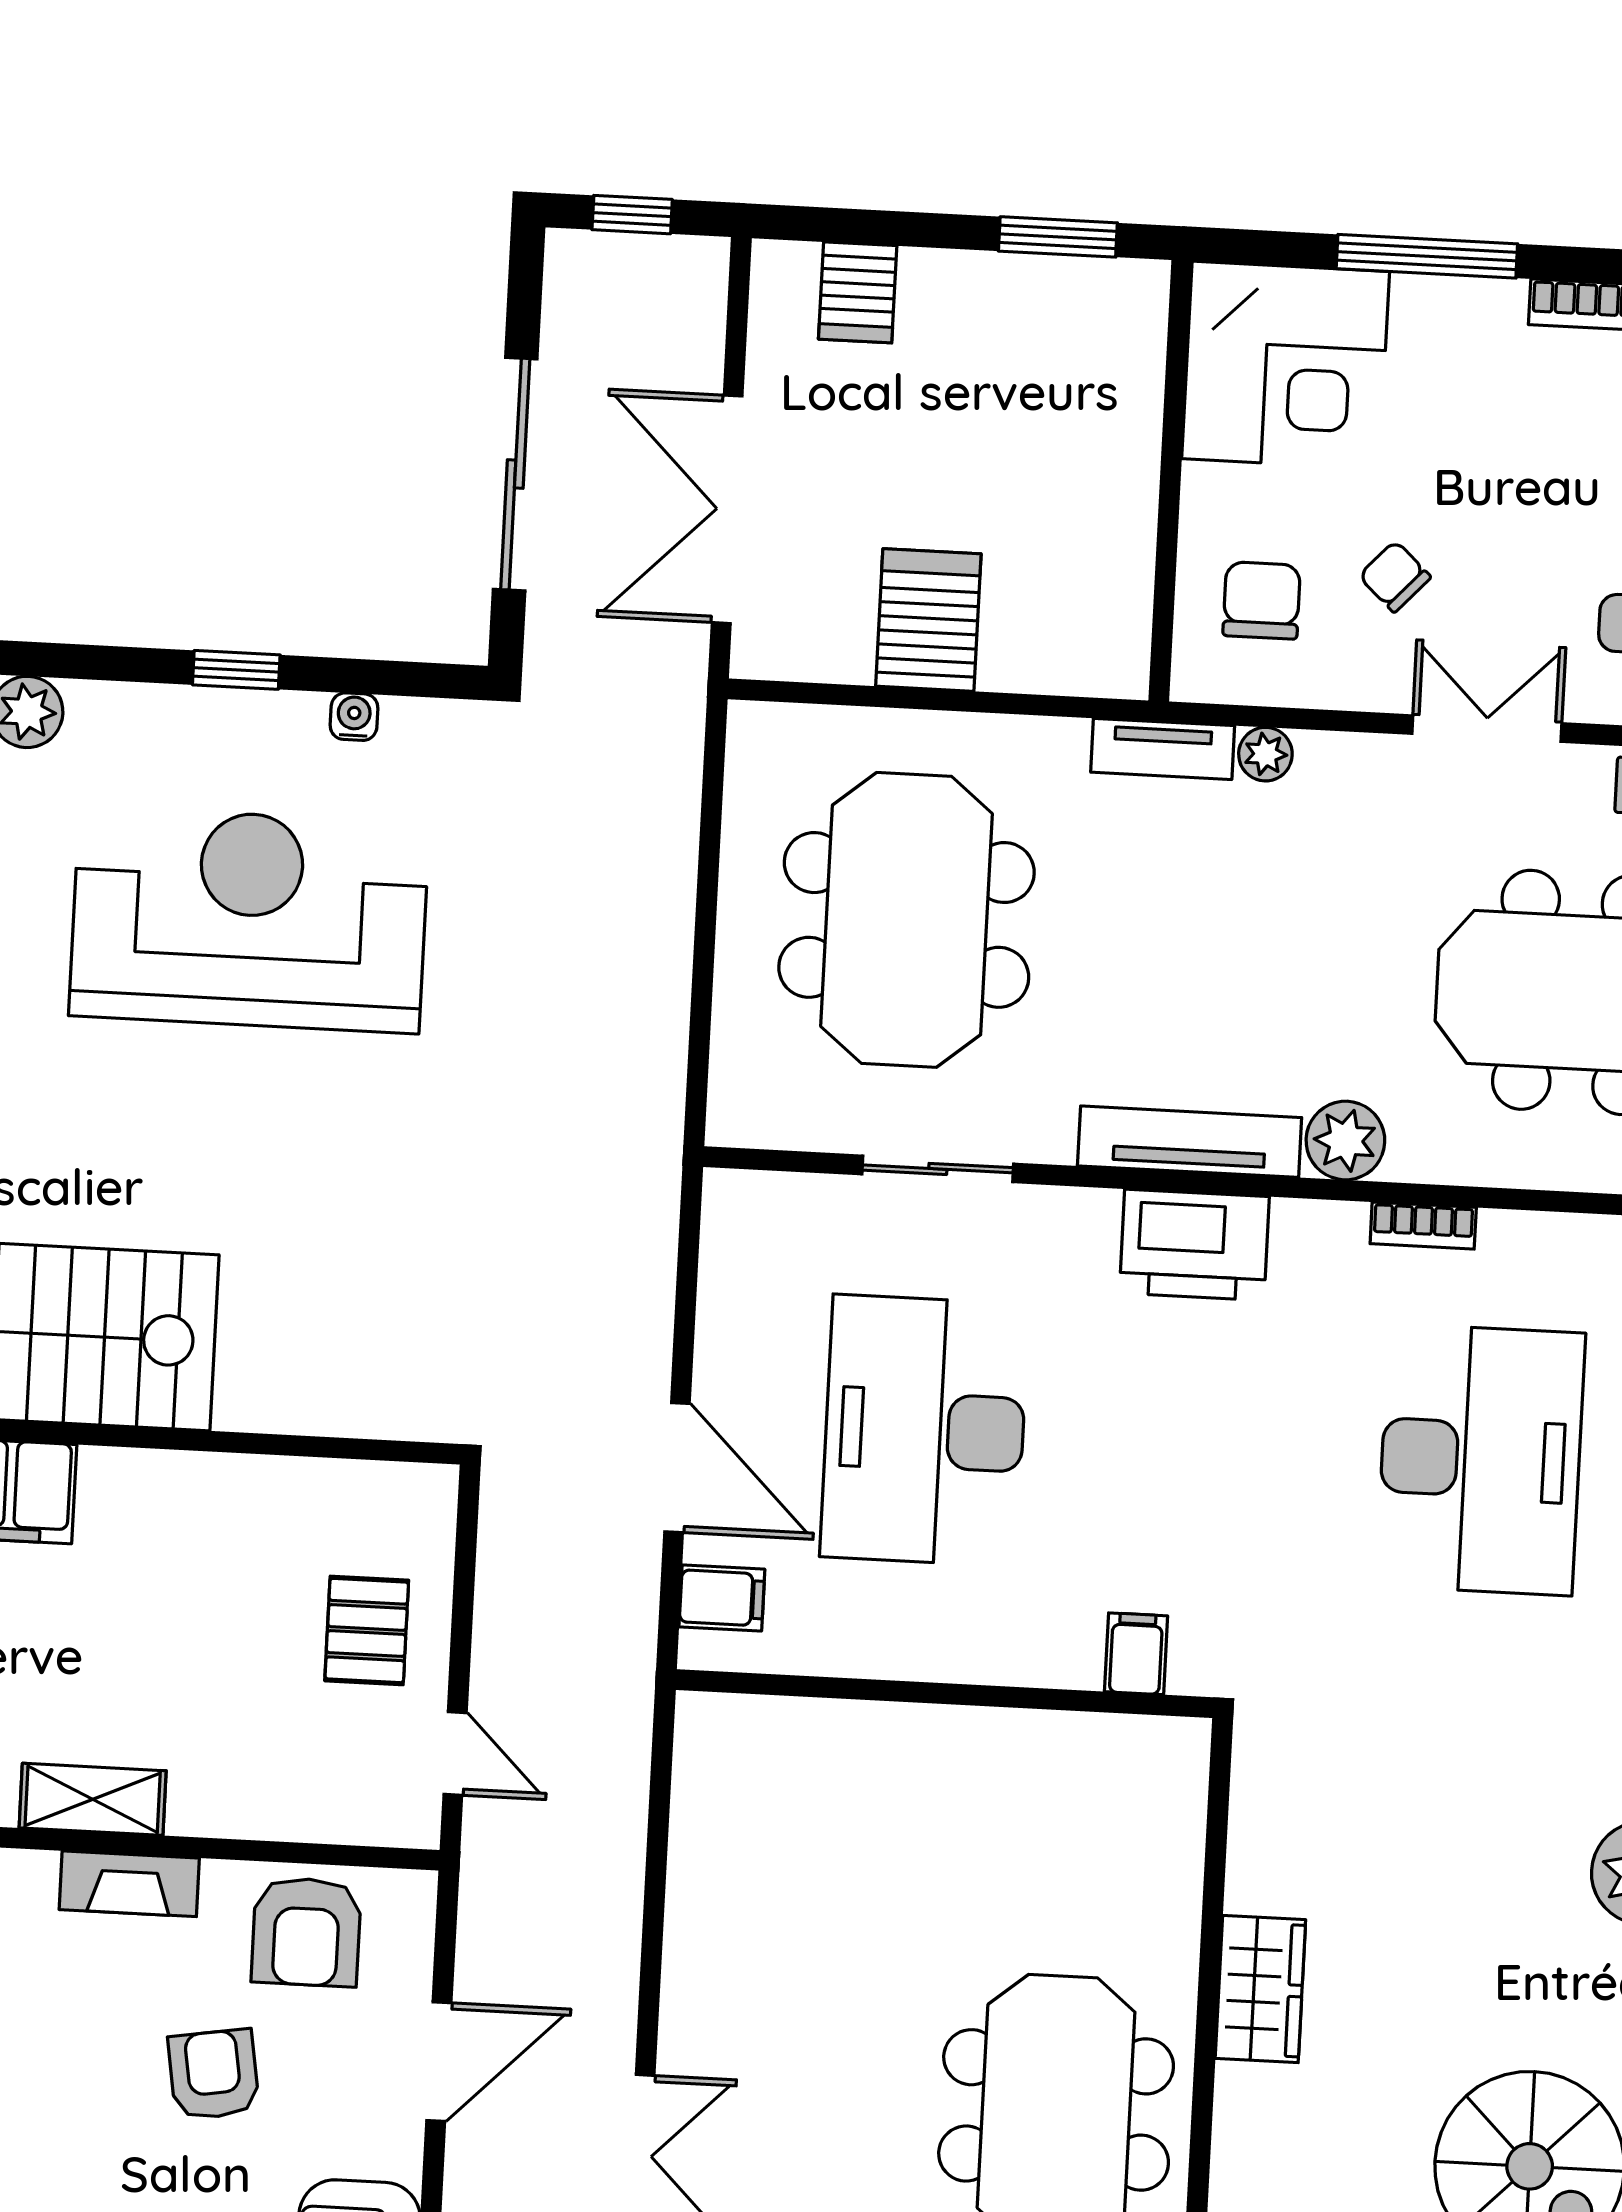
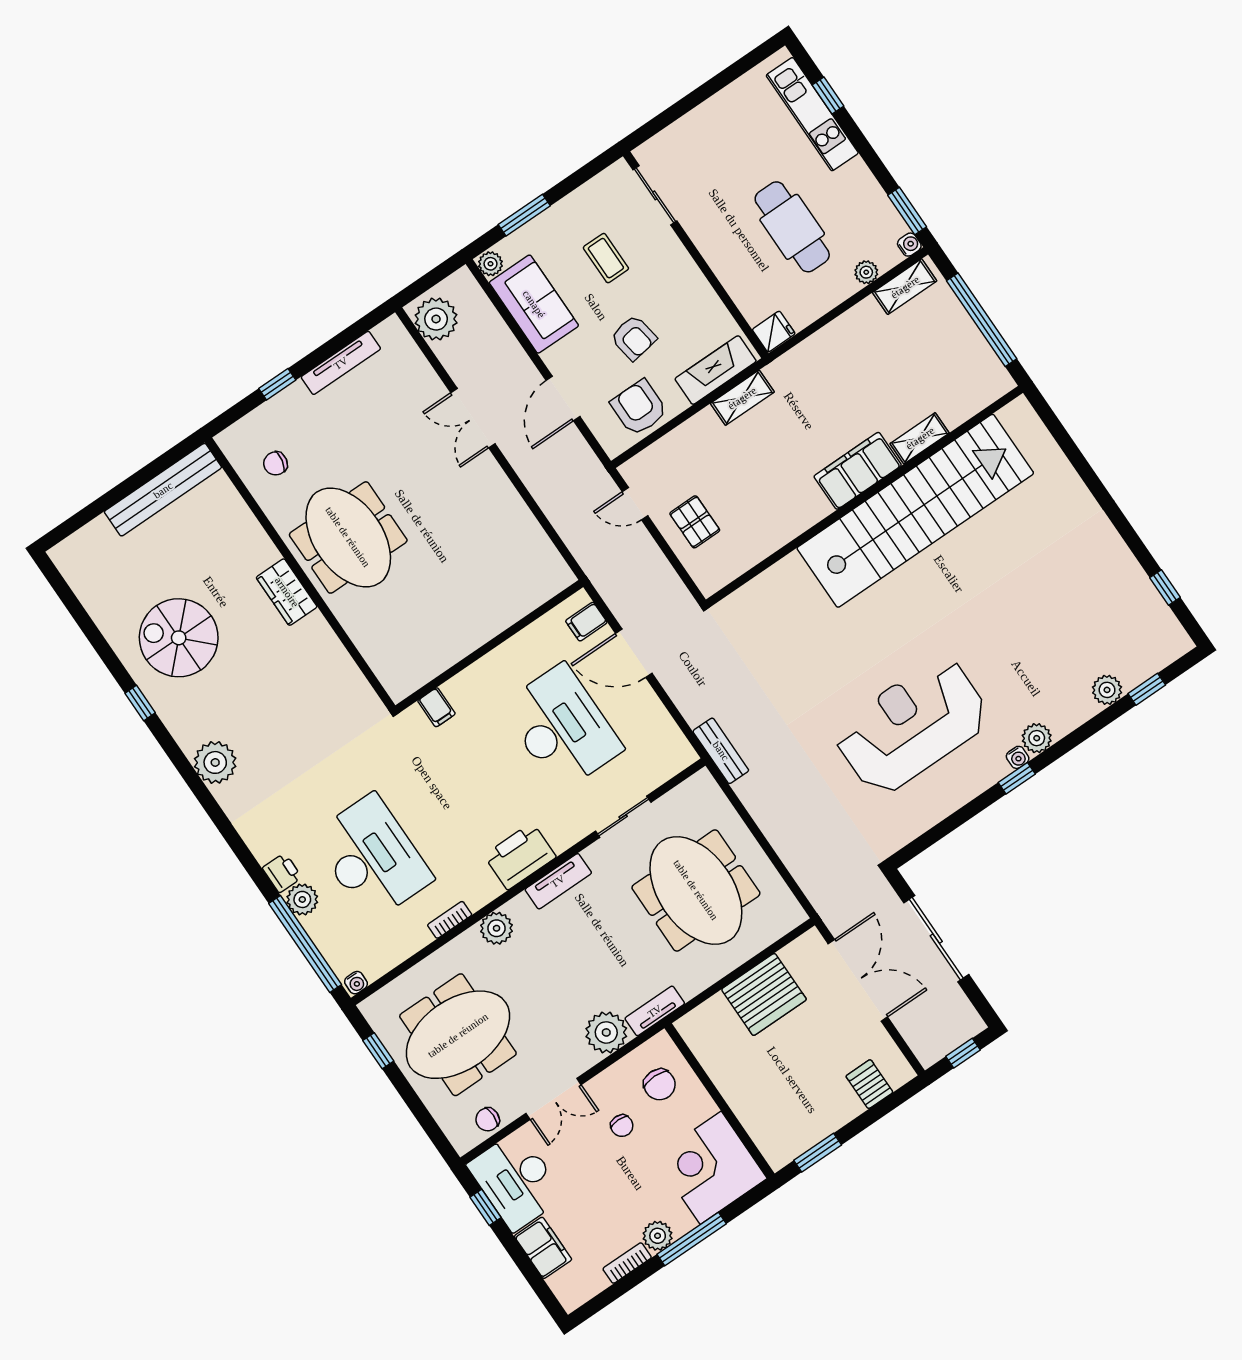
plant: (1488, 312) -> (658, 1236), added
chair: (1395, 577) -> (622, 1126), turned 47
server rack: (928, 620) -> (764, 994), width x1.60
window: (236, 670) -> (1017, 778), moved
water cooler: (354, 717) -> (1018, 757), moved
plant: (1265, 754) -> (606, 1032), width x1.87, depth x1.87
reception desk: (249, 920) -> (912, 726), turned 180
tv unit: (1190, 1142) -> (558, 881), width x0.71
bench: (653, 1152) -> (721, 751), added
desk: (1480, 1460) -> (372, 857), turned 180
fireplace: (129, 1884) -> (716, 370), width x1.37, depth x1.32
wardrobe: (1260, 1989) -> (287, 592), moved

